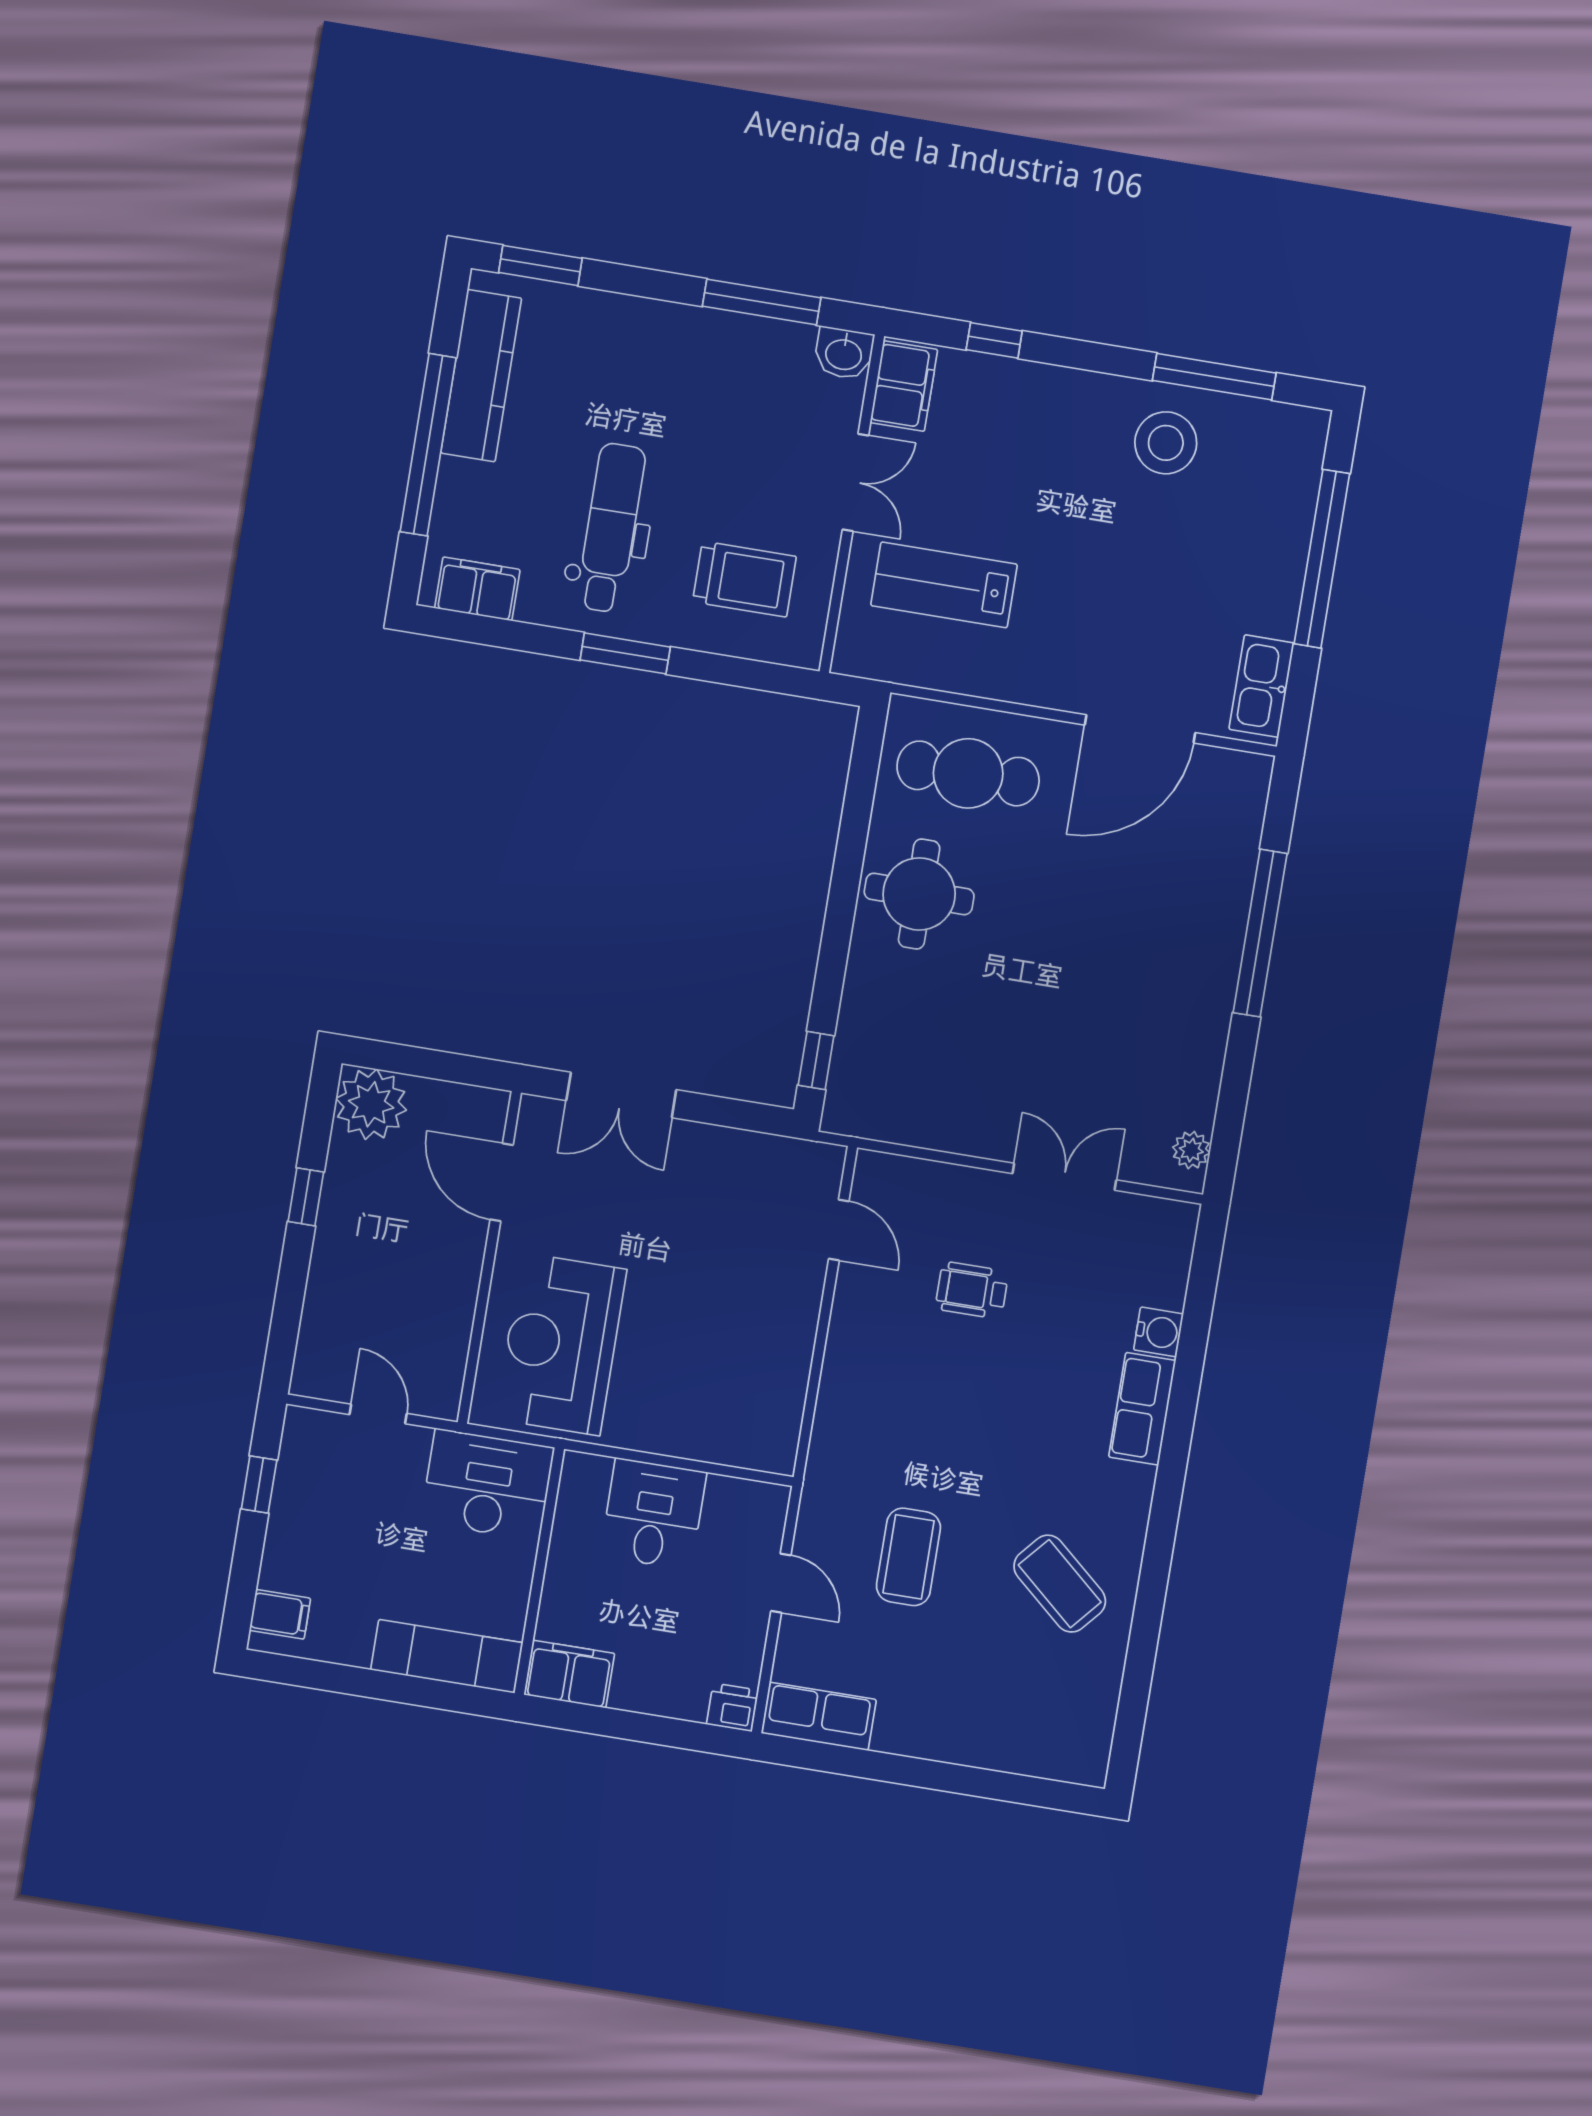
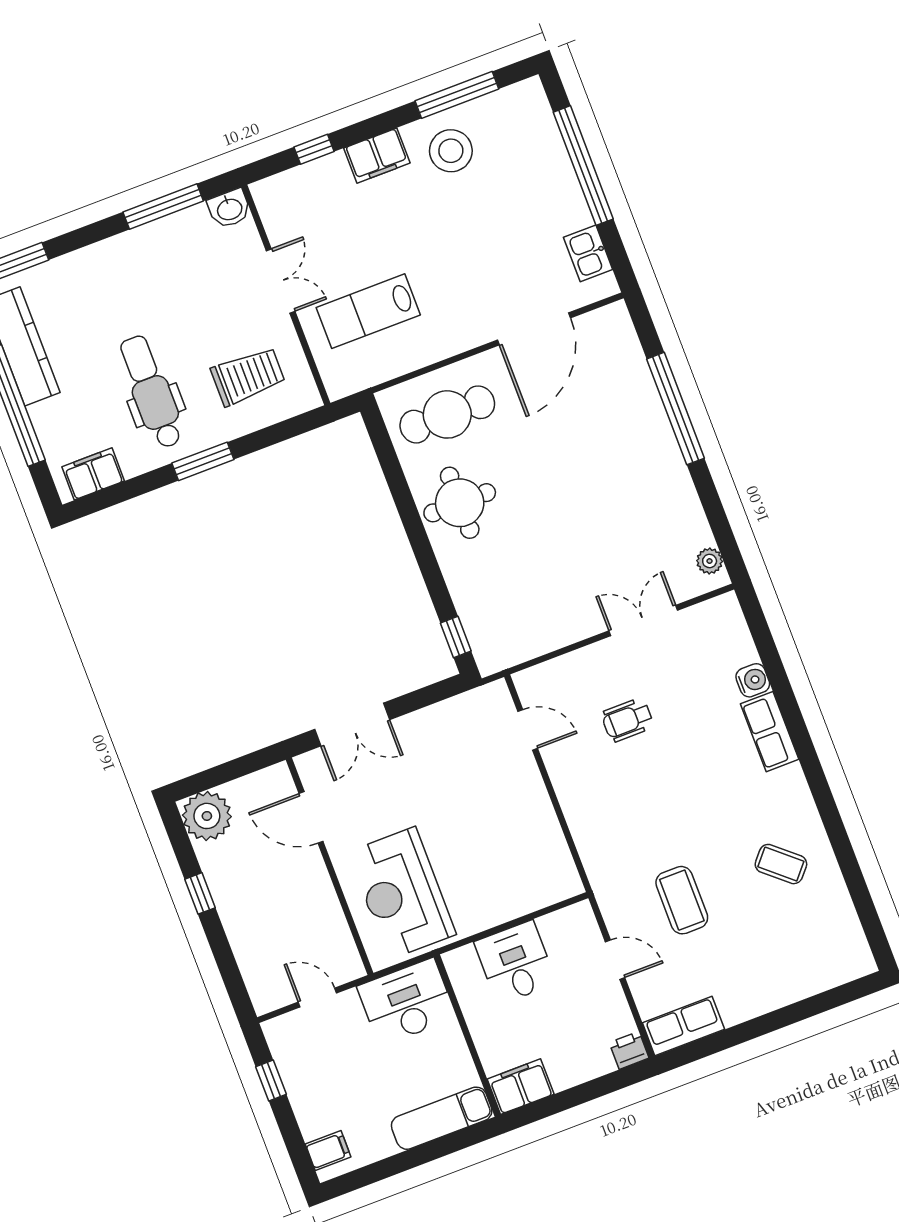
filing cabinet: (904, 386) -> (377, 156), moved, turned 90
kitchen sink: (1262, 686) -> (588, 253), width x0.73
coffee table: (1060, 1584) -> (781, 864), width x0.73, depth x0.77

